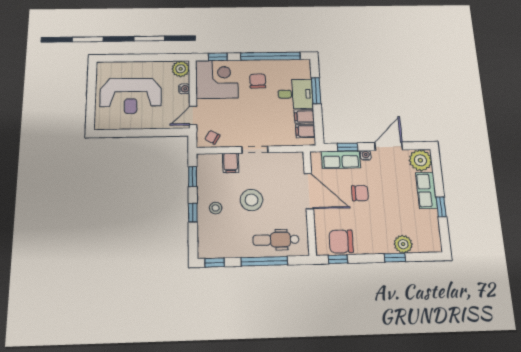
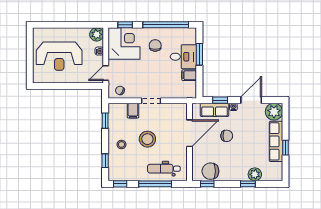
filing cabinet: (305, 131) -> (189, 87), removed
row of seats: (426, 190) -> (276, 141), width x1.48
door: (309, 191) -> (189, 133), hinge flipped
window: (193, 213) -> (105, 161), moved

